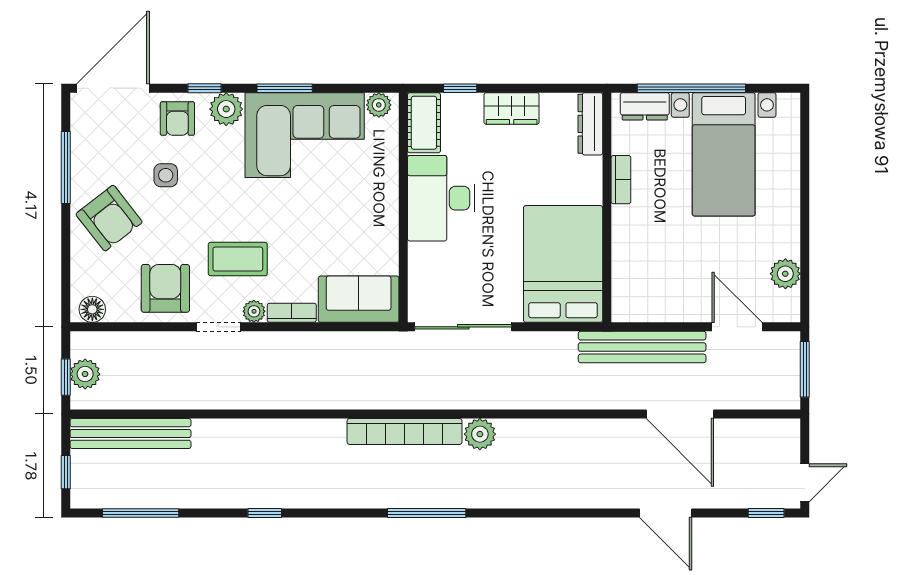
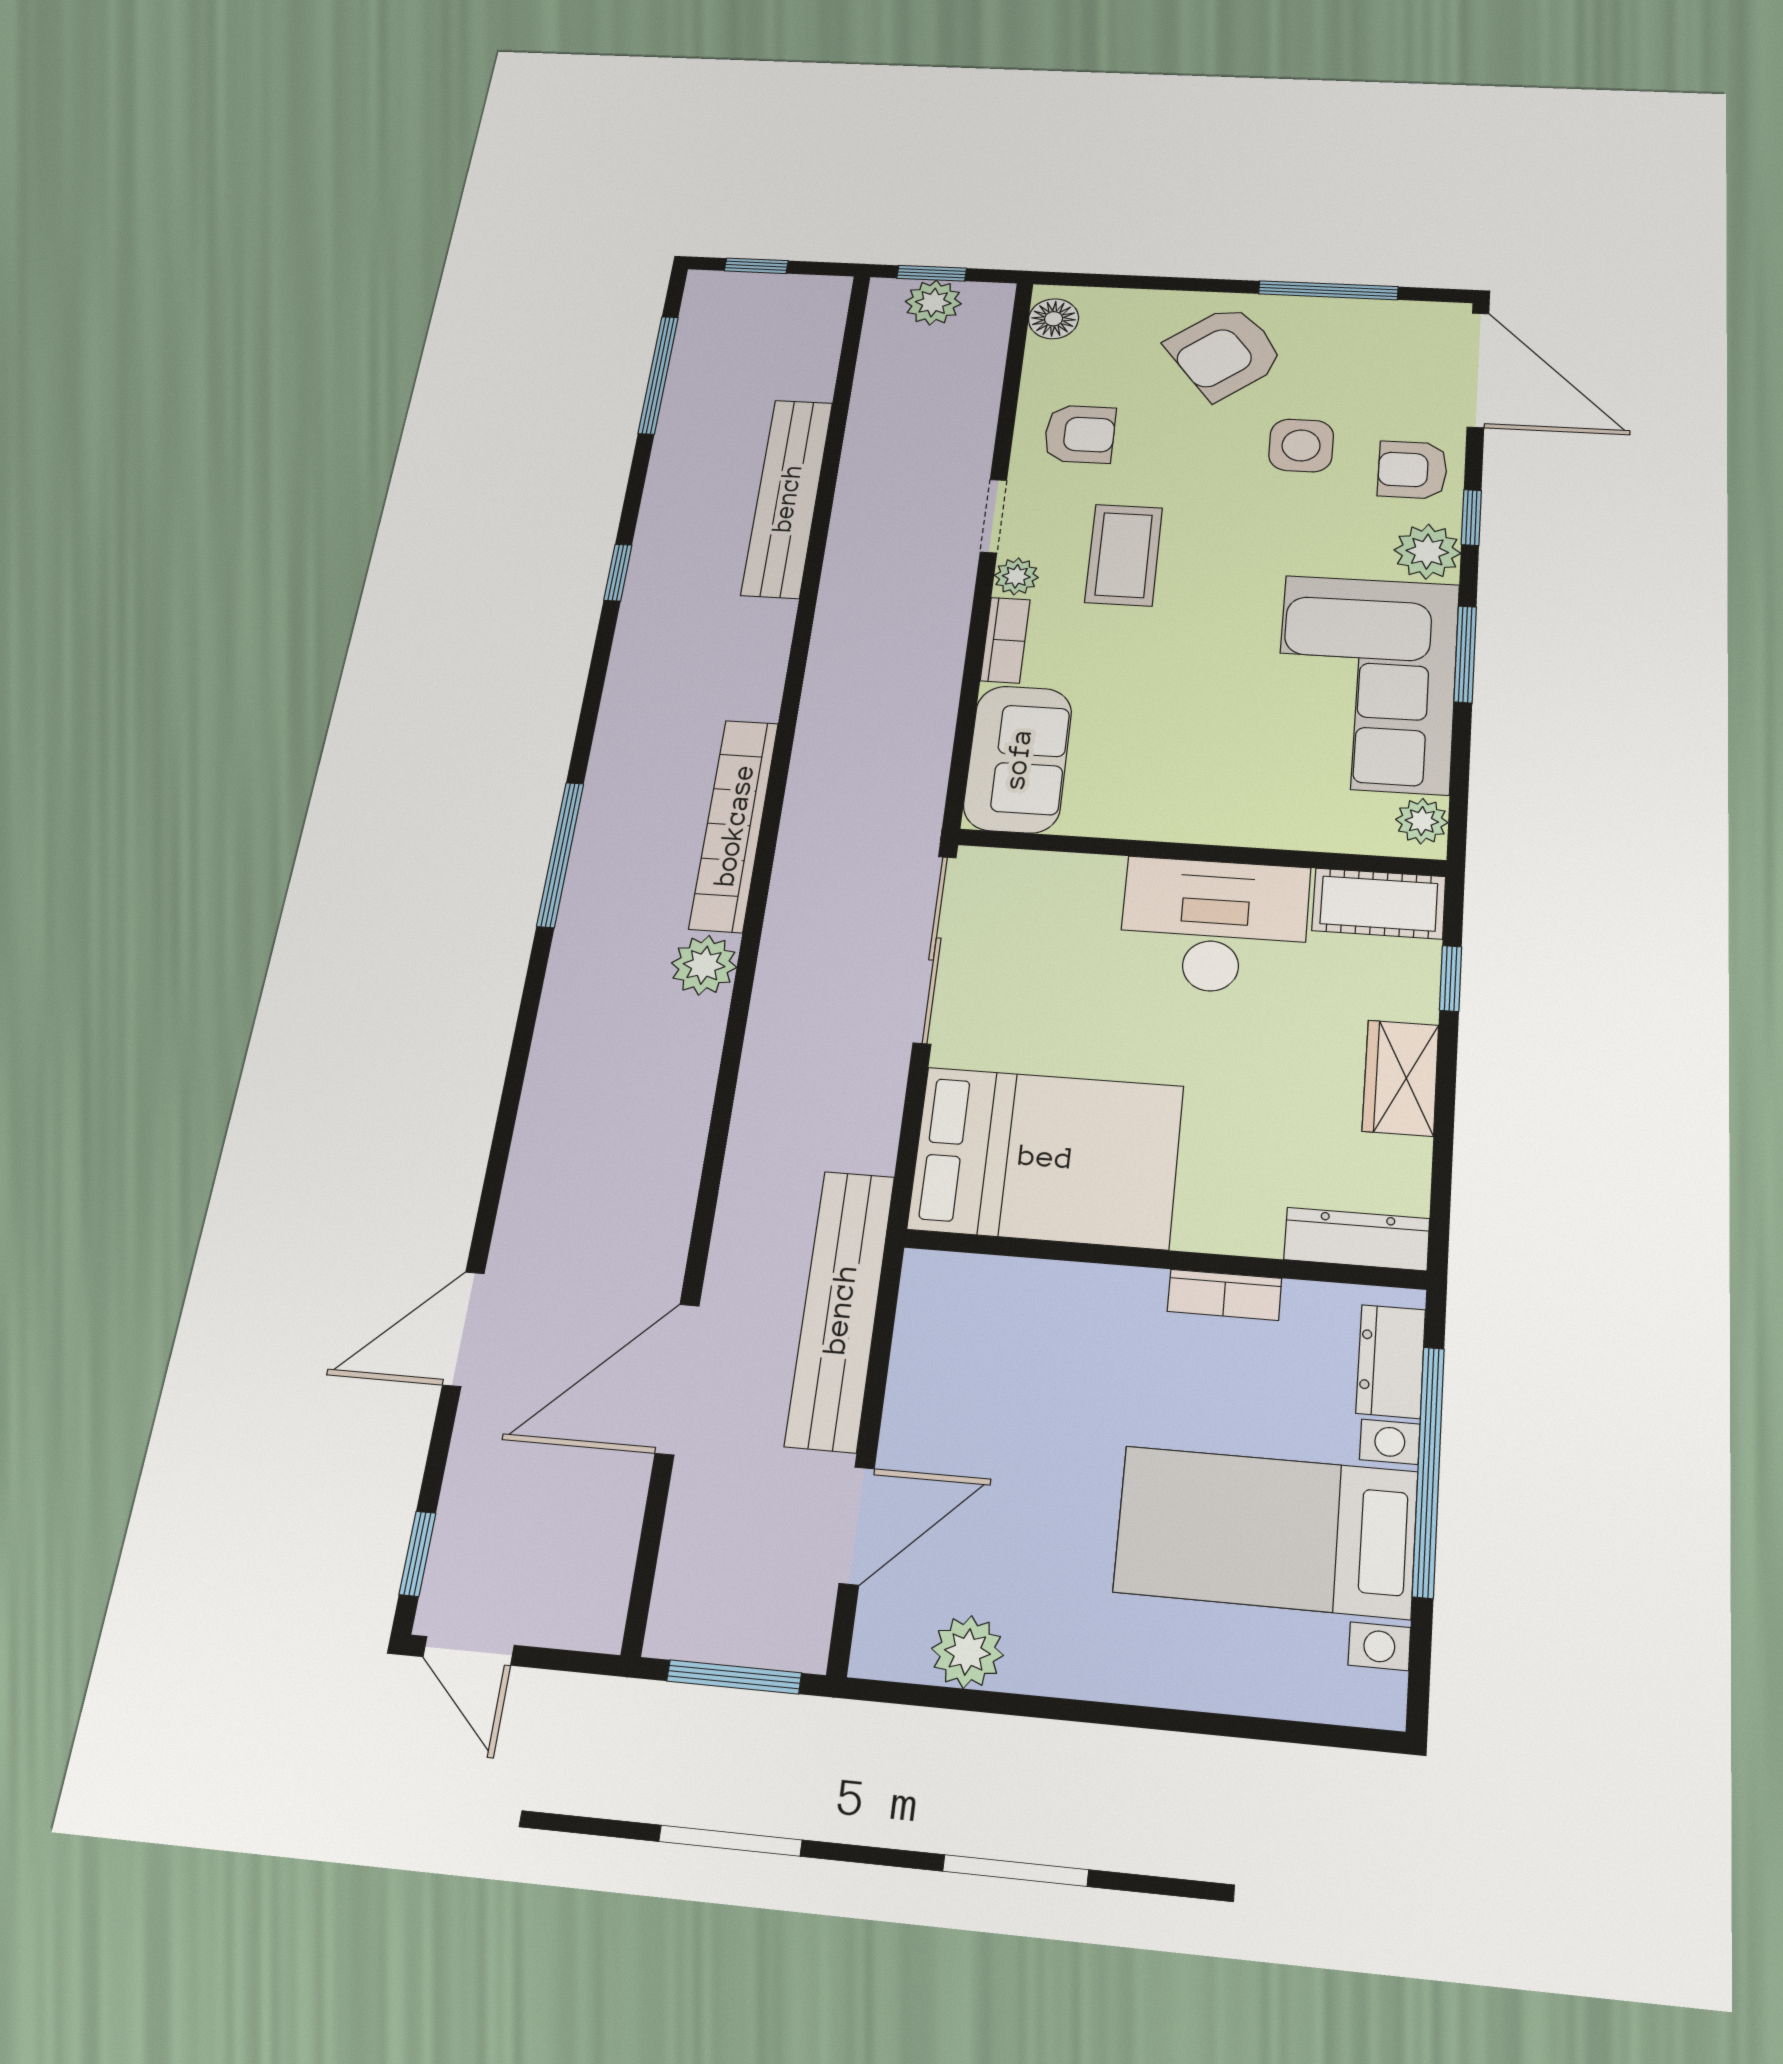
side table: (166, 175) -> (1301, 445), width x1.37, depth x1.37
armchair: (165, 288) -> (1080, 434), width x0.72, depth x0.72
bench: (130, 434) -> (787, 498), moved

